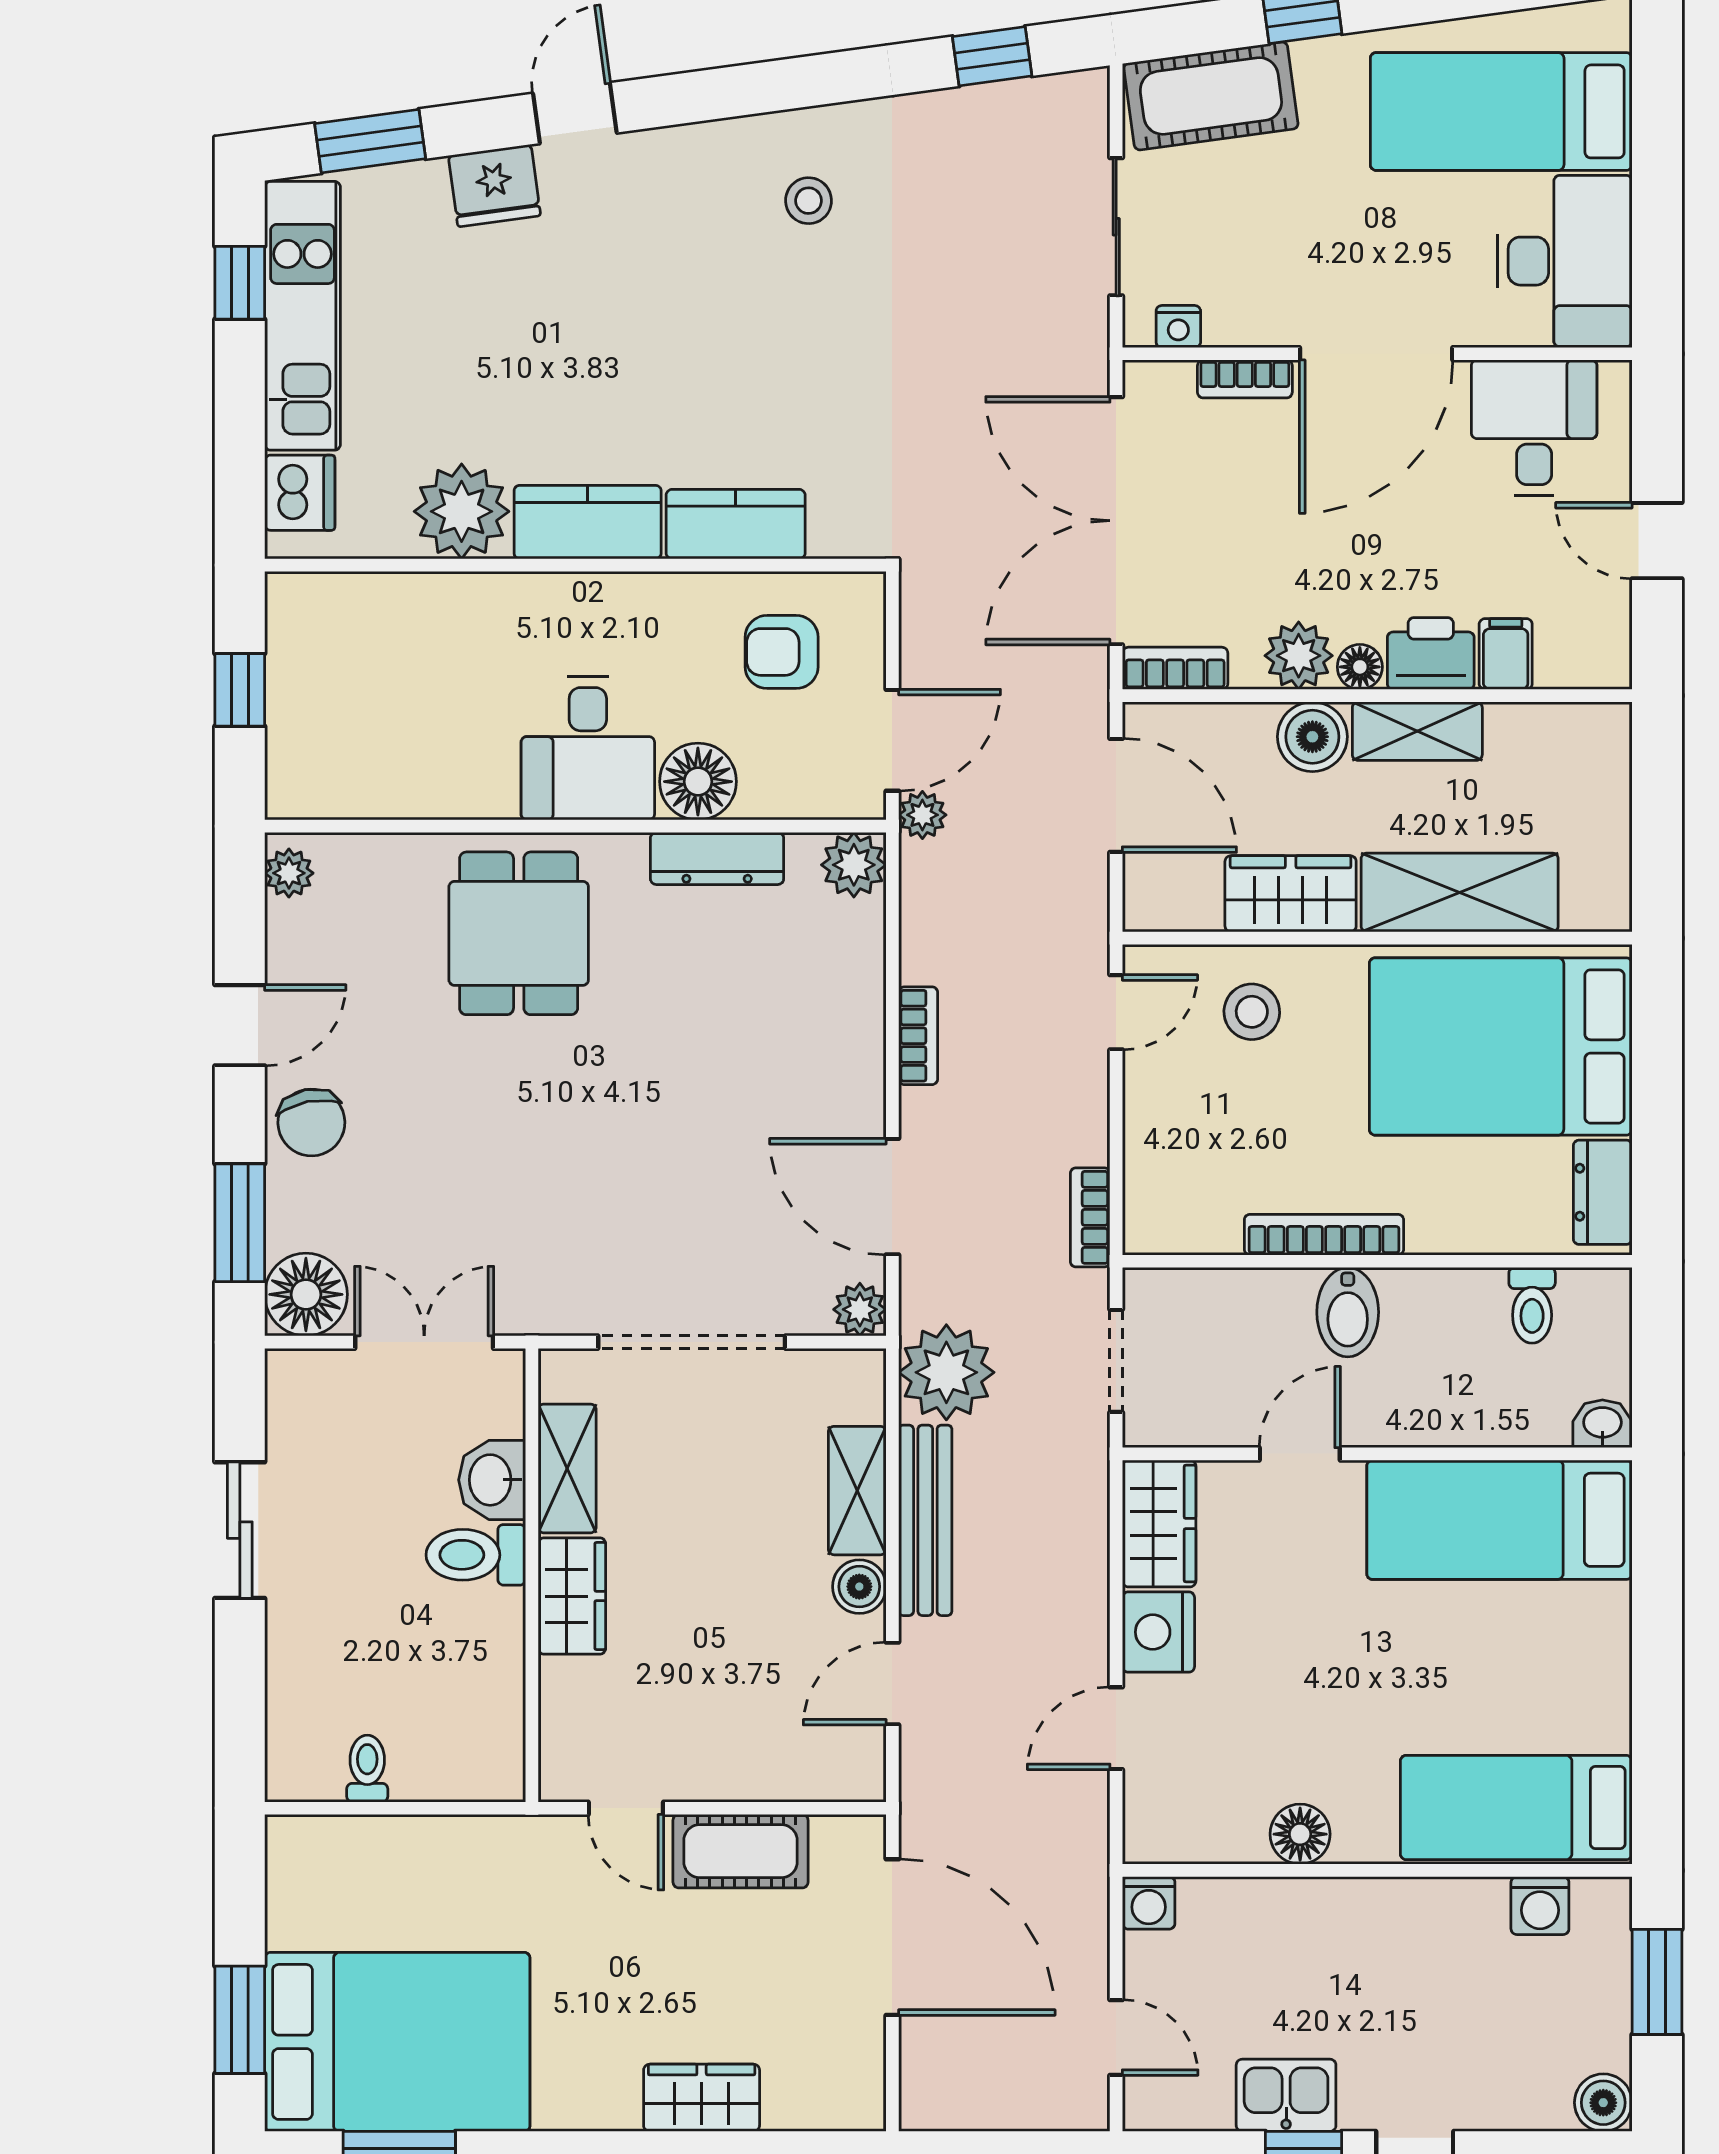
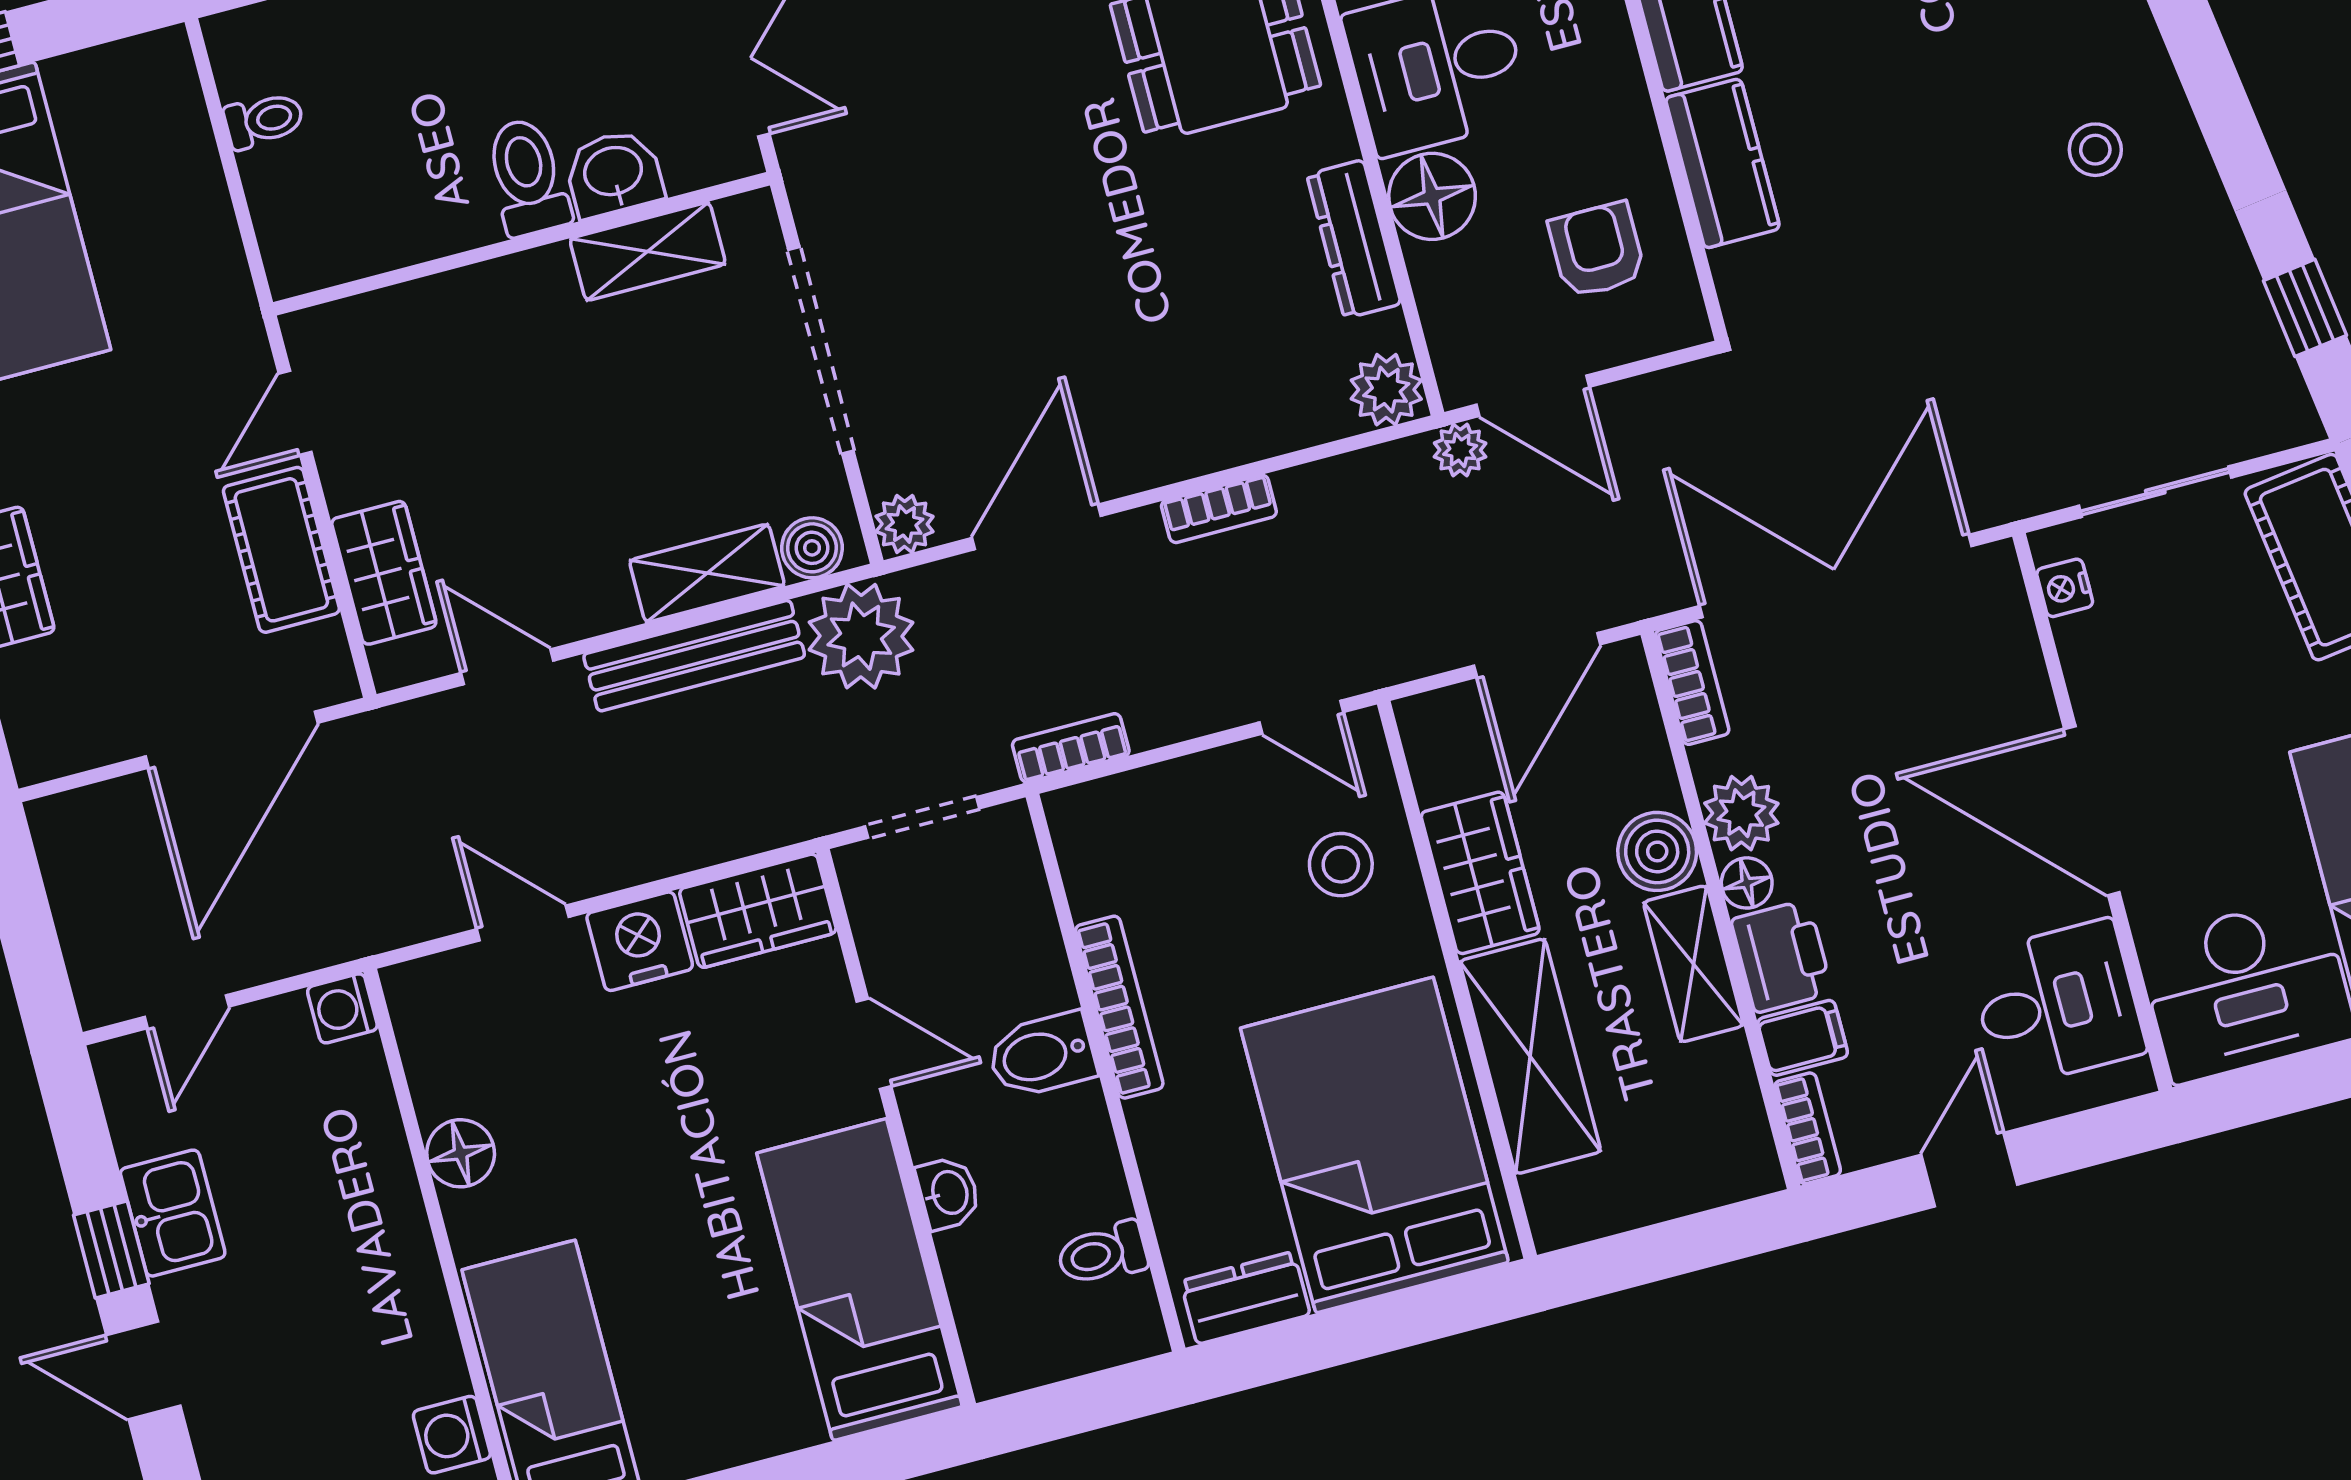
bookcase: (1245, 379) -> (1807, 1128), moved, turned 180
washbasin: (1602, 1424) -> (948, 1193), moved
boiler: (859, 1587) -> (812, 548), moved
wardrobe: (572, 1596) -> (384, 573), moved, turned -90

